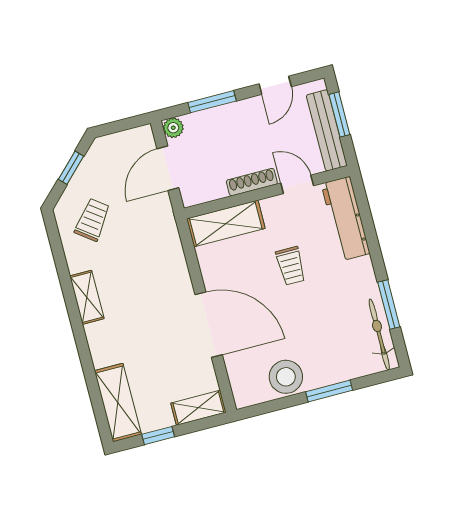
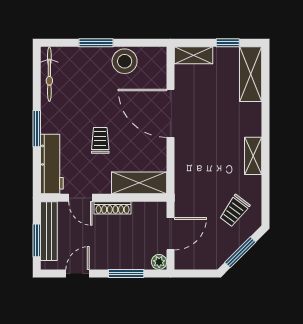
window: (71, 168) -> (240, 252), width x1.50
window: (389, 305) -> (37, 129), moved

